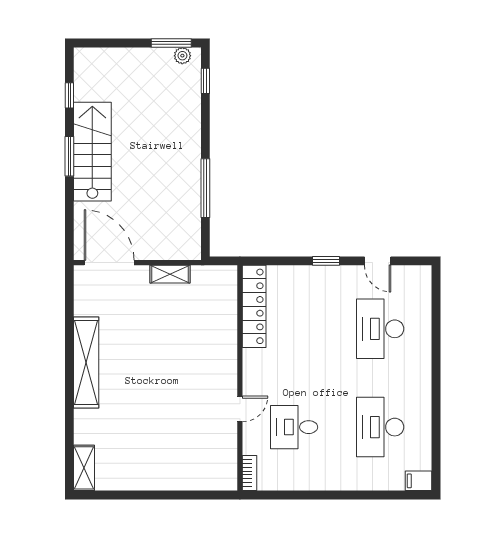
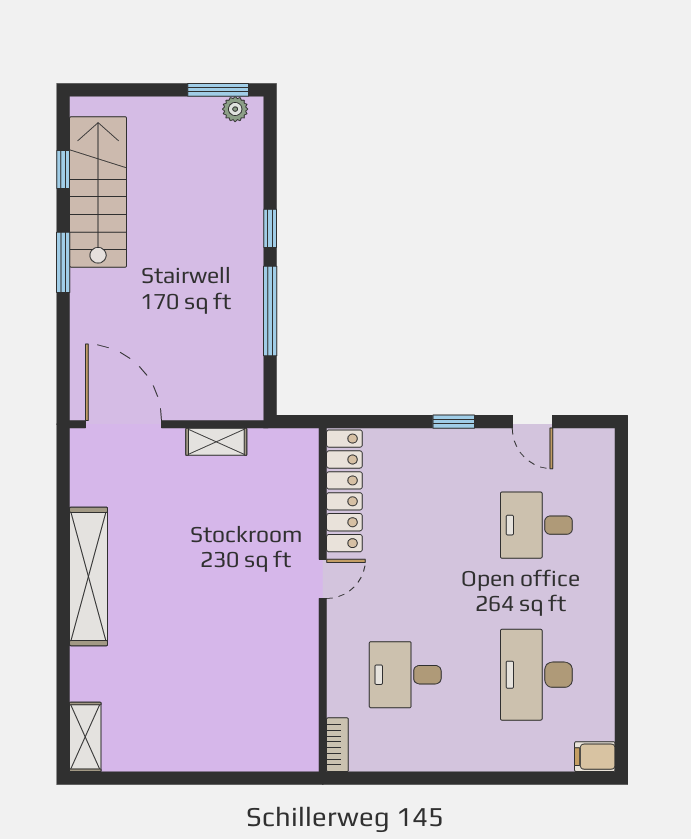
window: (205, 81) -> (270, 228), moved
stairs: (92, 152) -> (98, 192), moved
desk: (380, 329) -> (536, 525), width x0.73
door: (240, 409) -> (323, 579), moved

